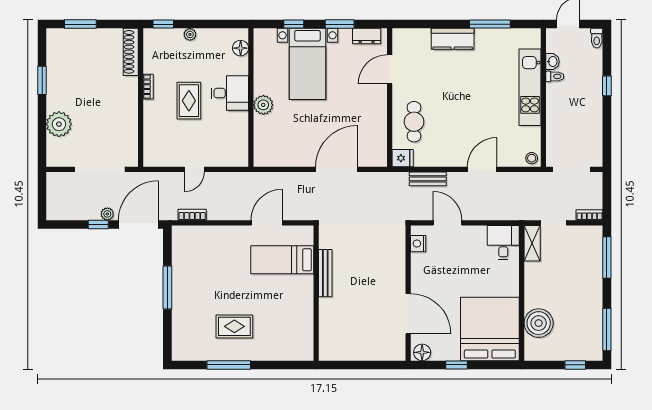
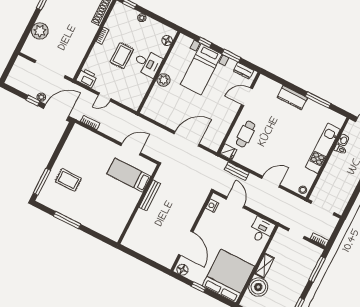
printer: (156, 156) -> (87, 78), added
shelving: (532, 243) -> (264, 266), moved
window: (167, 288) -> (42, 182), moved
rug: (234, 326) -> (68, 180), moved

